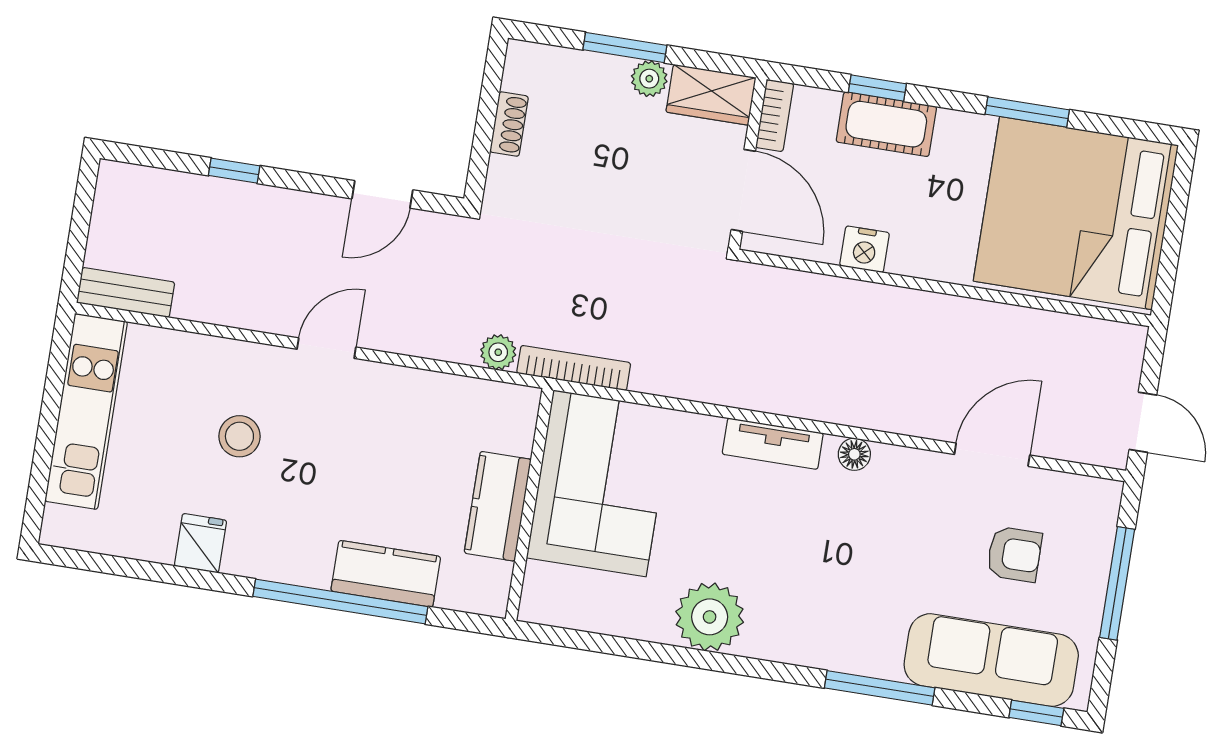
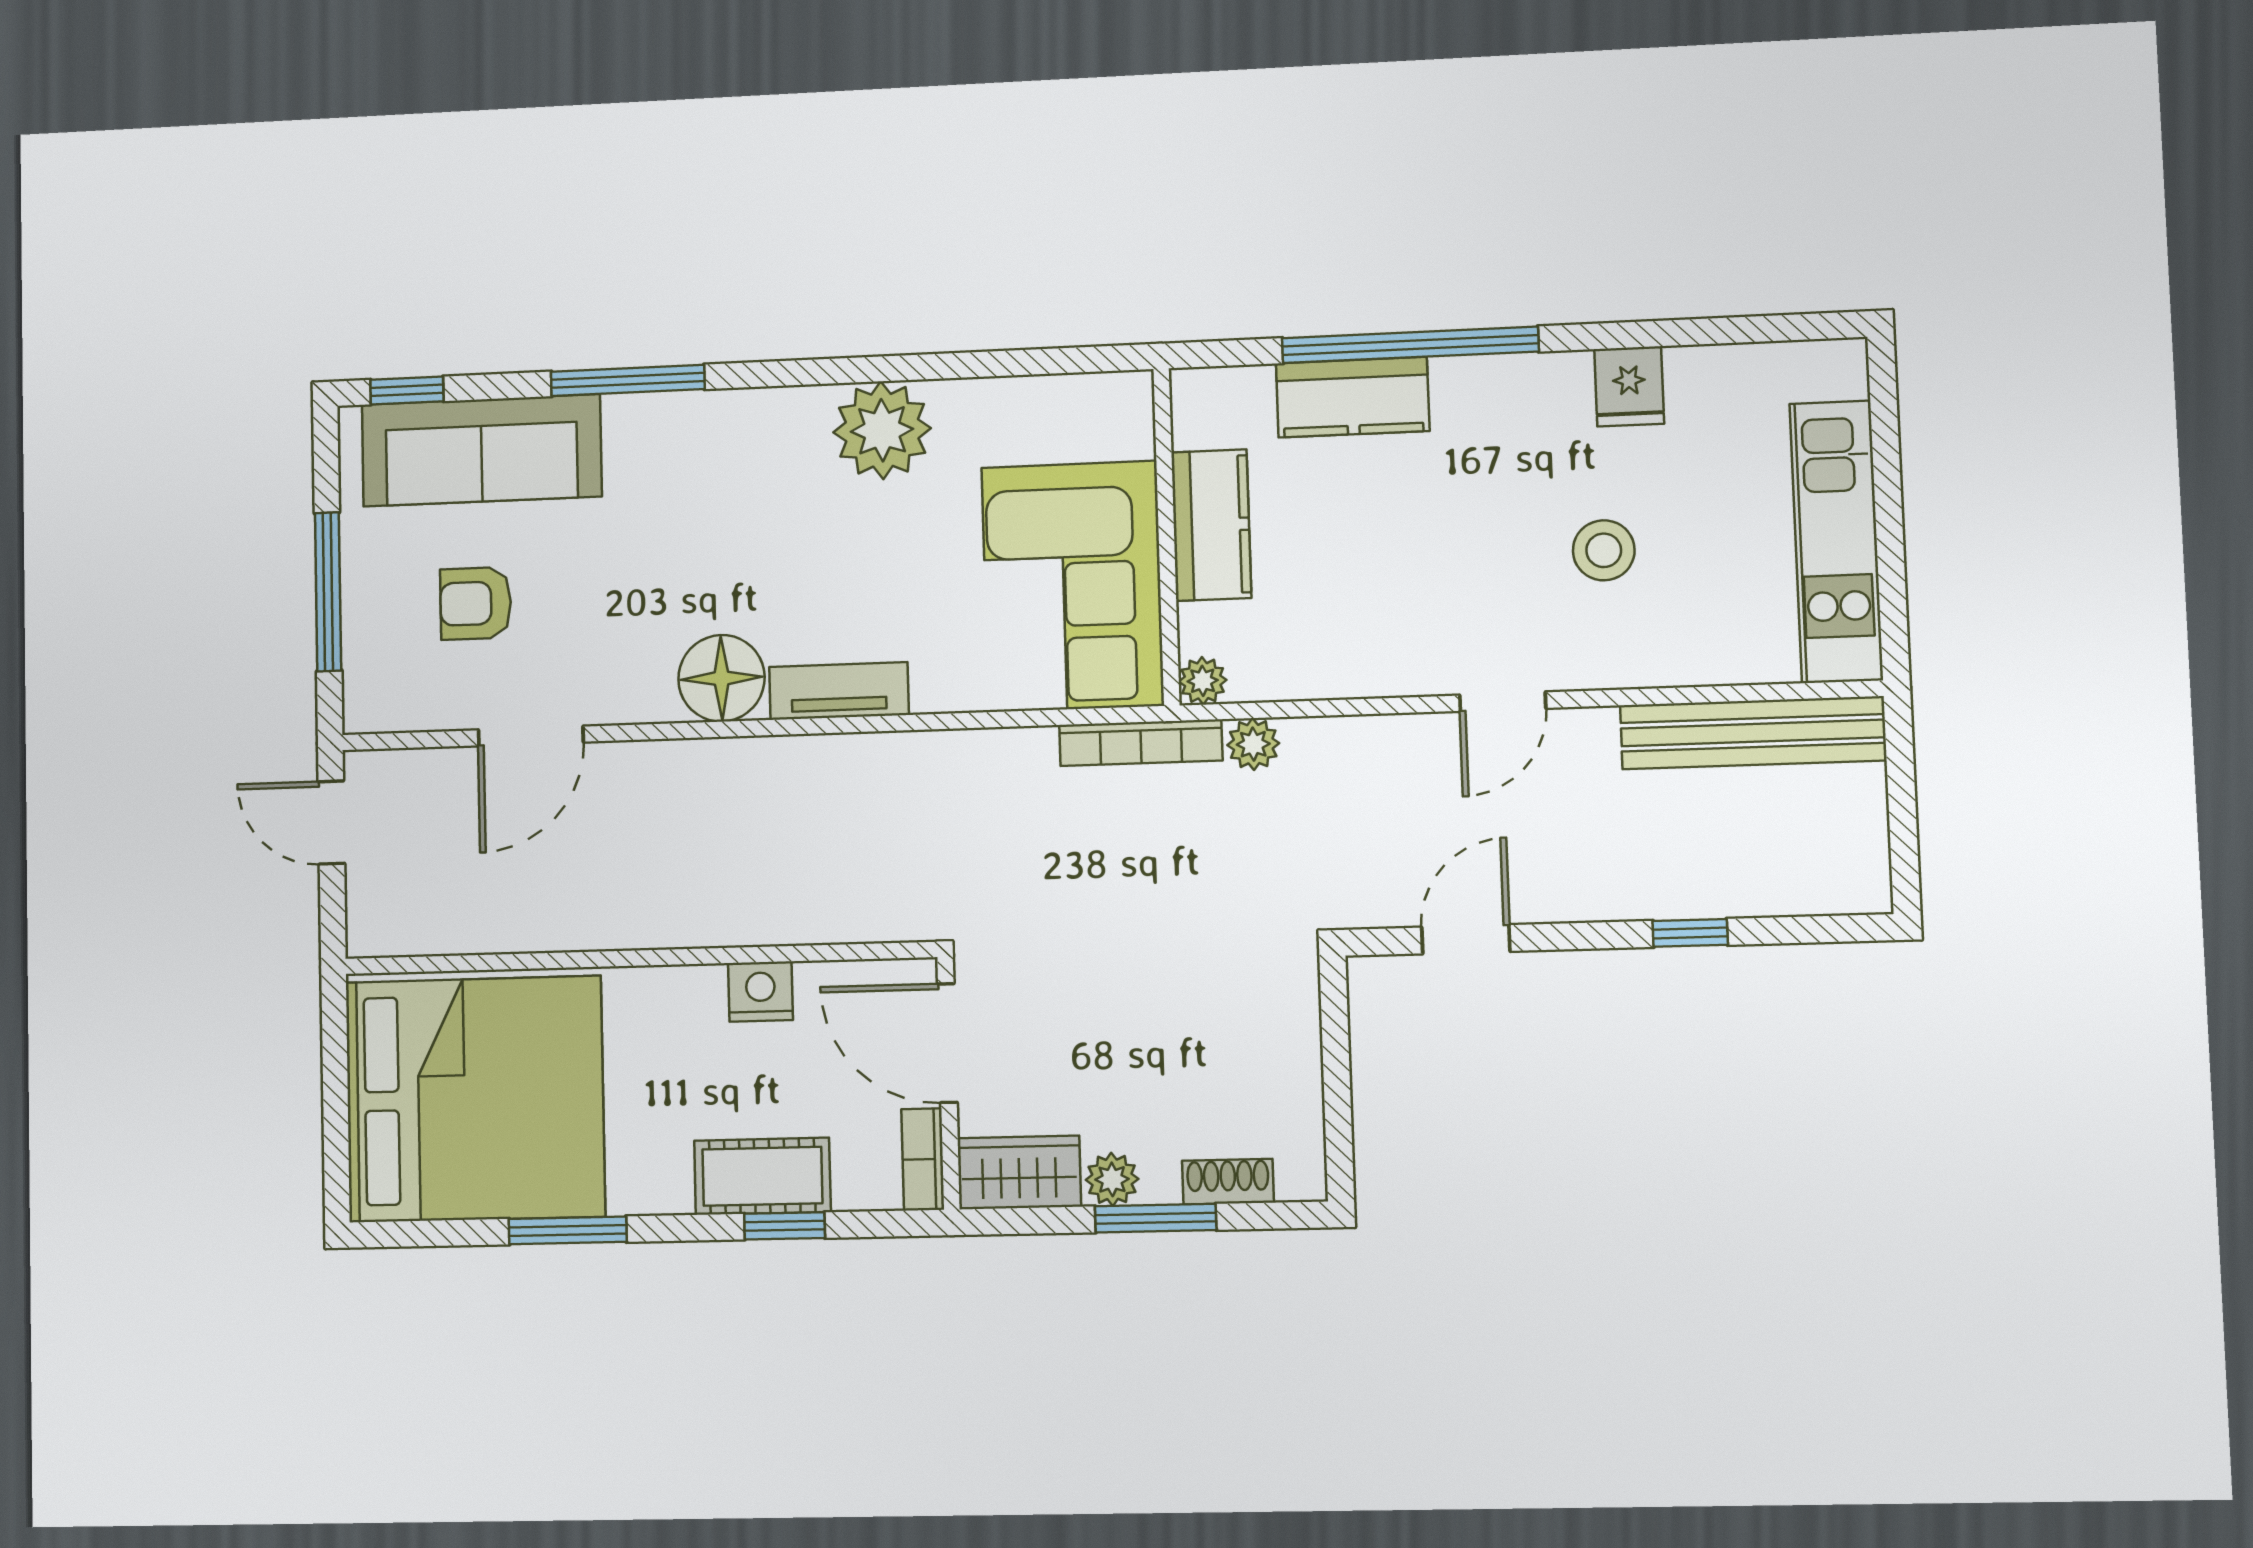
shoe rack: (509, 124) -> (1228, 1182), moved, turned 90
bench: (126, 292) -> (1753, 733), width x1.86, depth x1.21
plant: (524, 402) -> (1203, 681), added
floor lamp: (854, 454) -> (721, 678), width x1.89, depth x1.89

